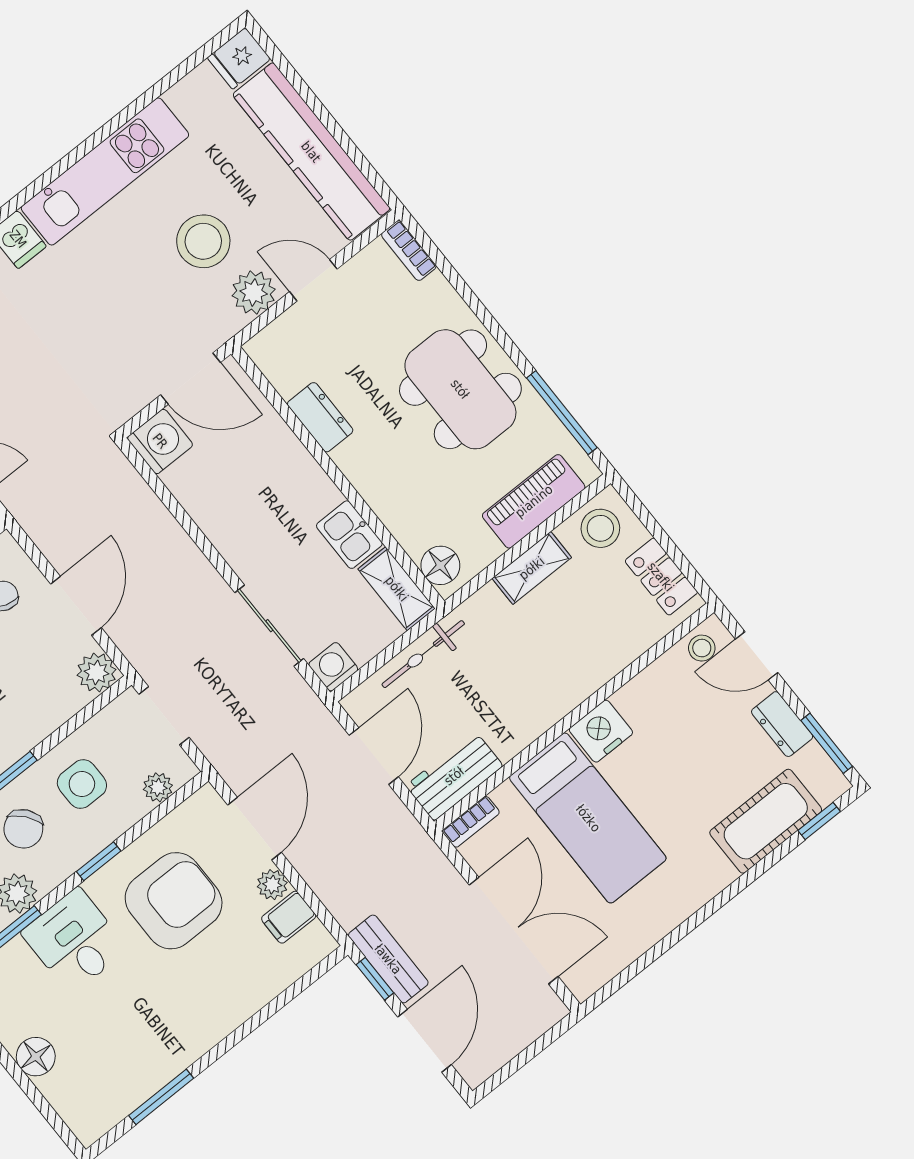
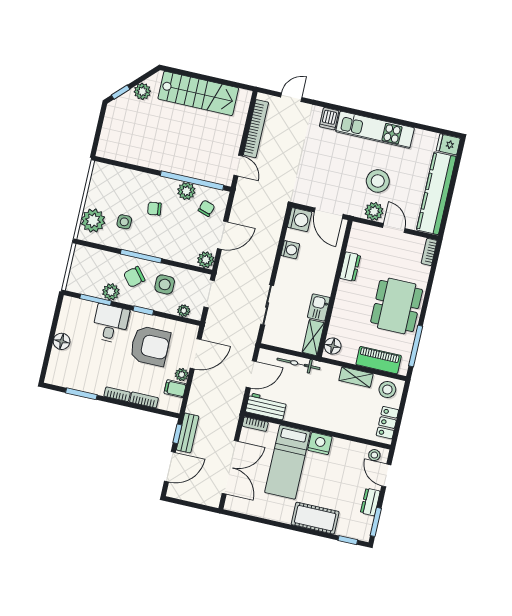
washing machine: (333, 667) -> (290, 250), moved, turned 90
cot: (766, 821) -> (315, 518), moved
bookcase: (264, 991) -> (144, 400), added
bookcase: (214, 1032) -> (117, 394), added

